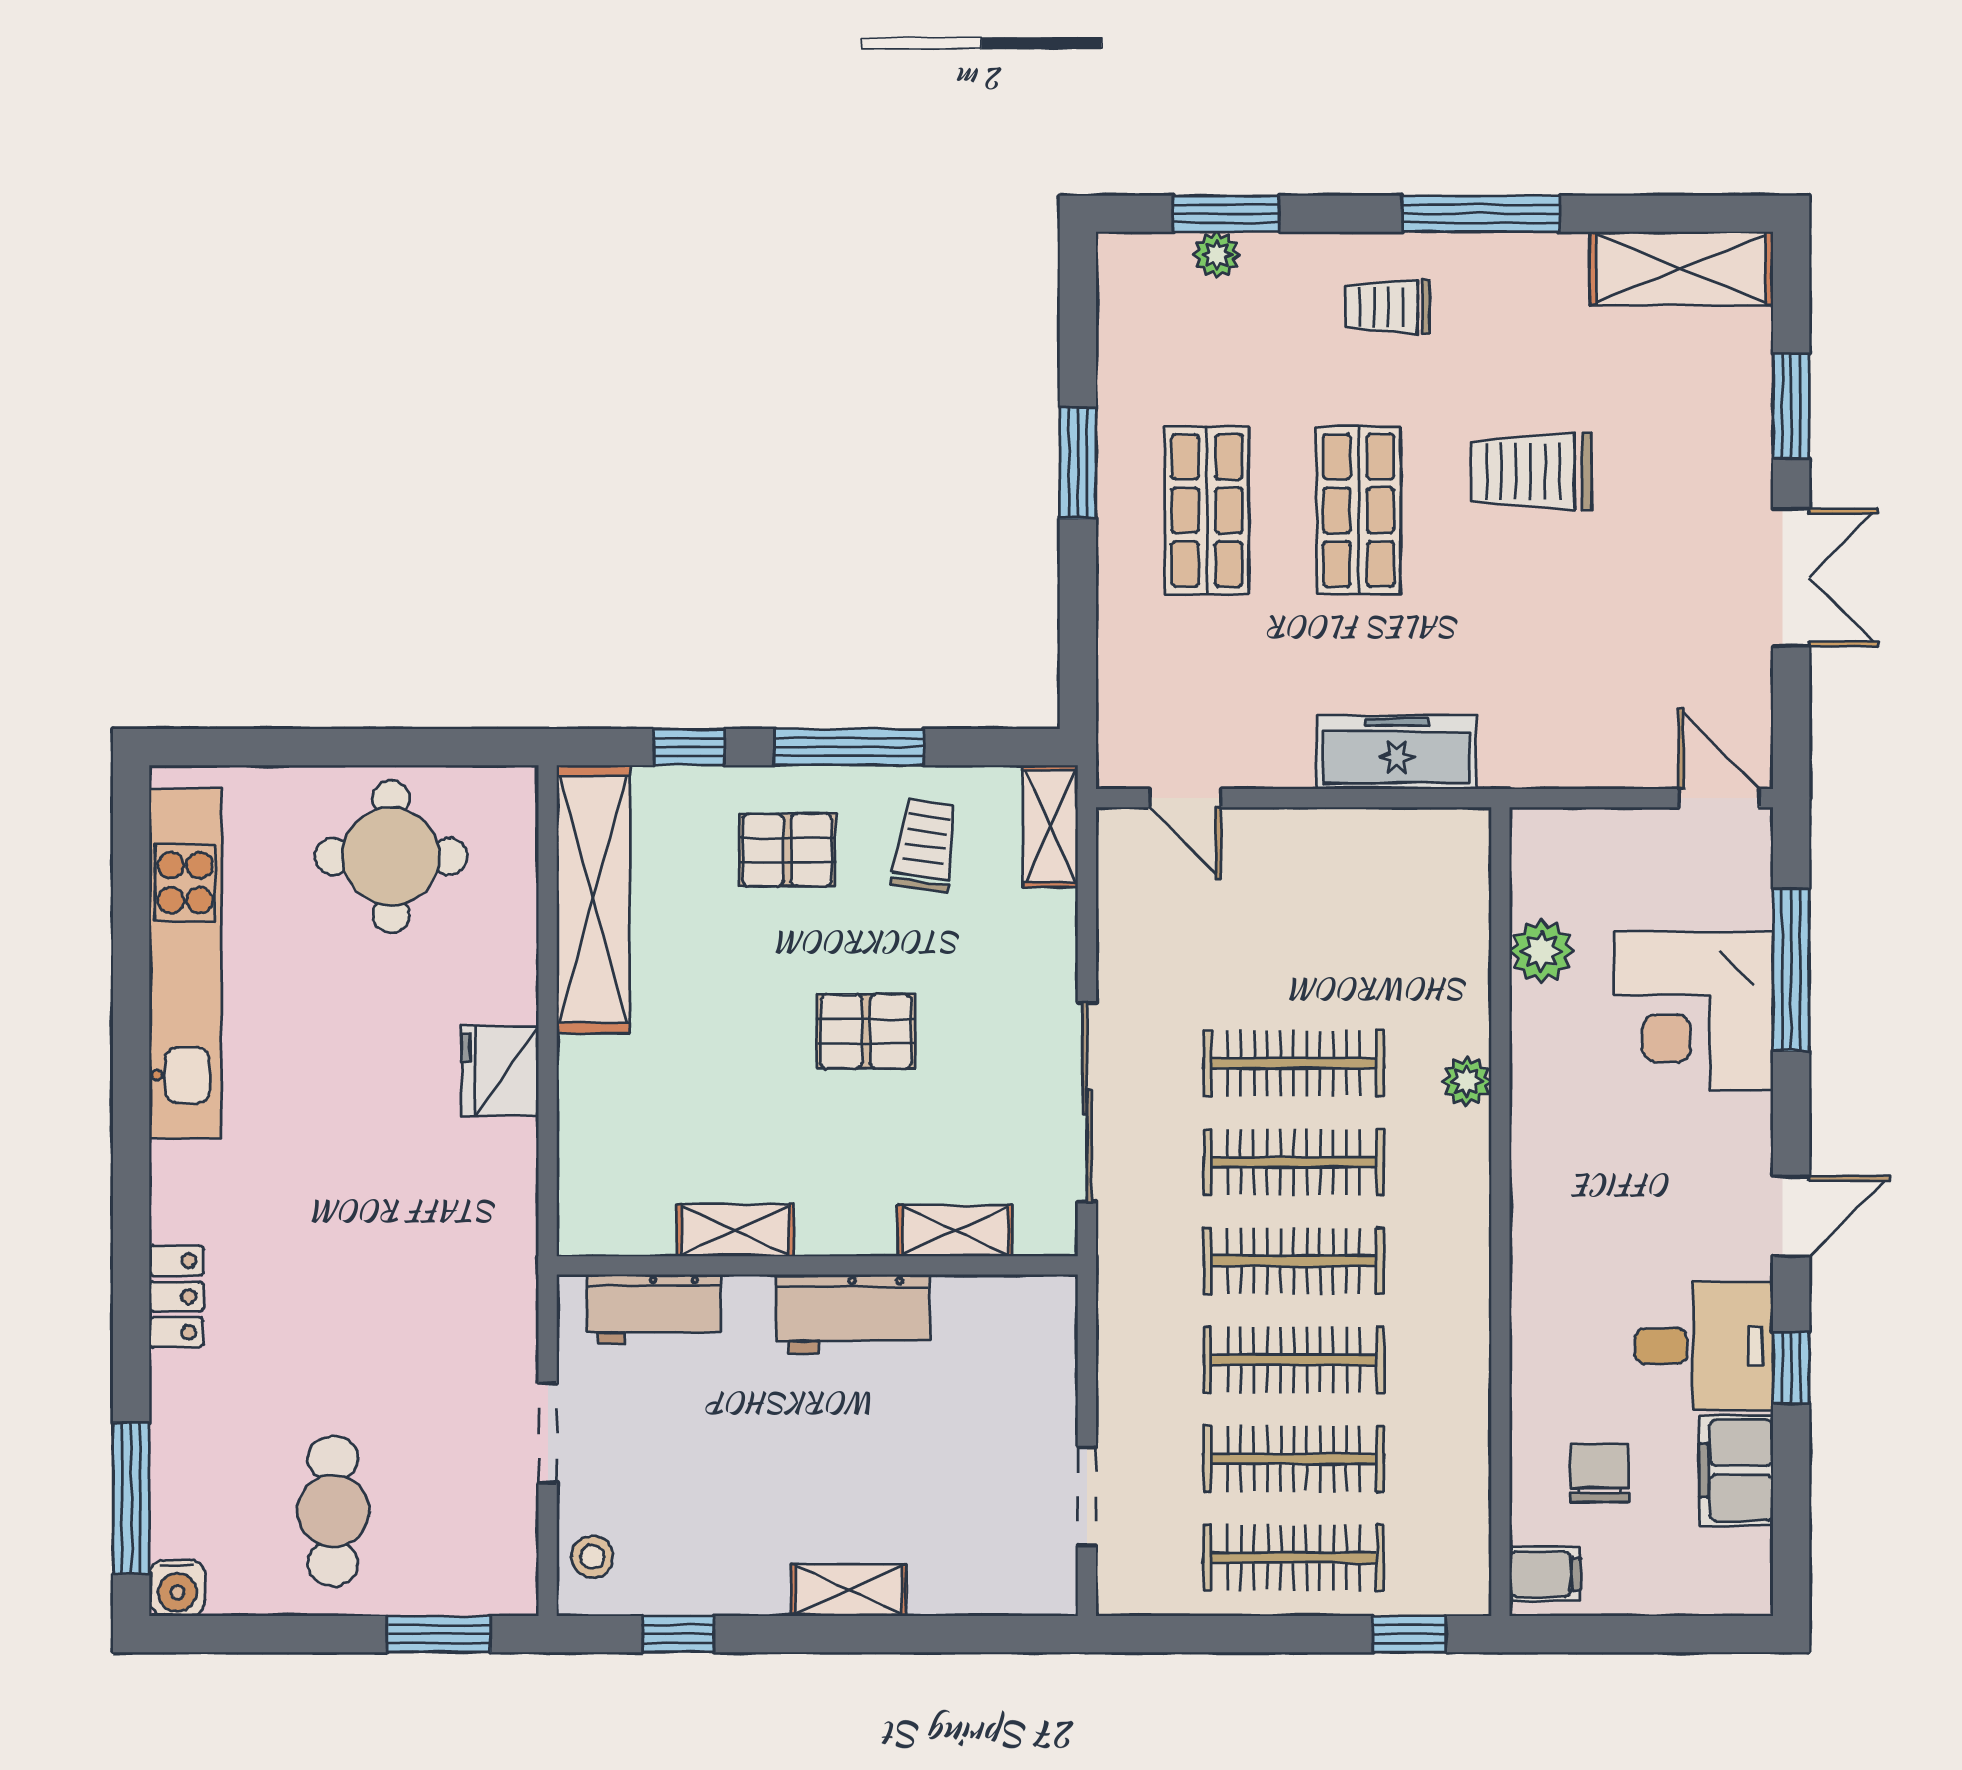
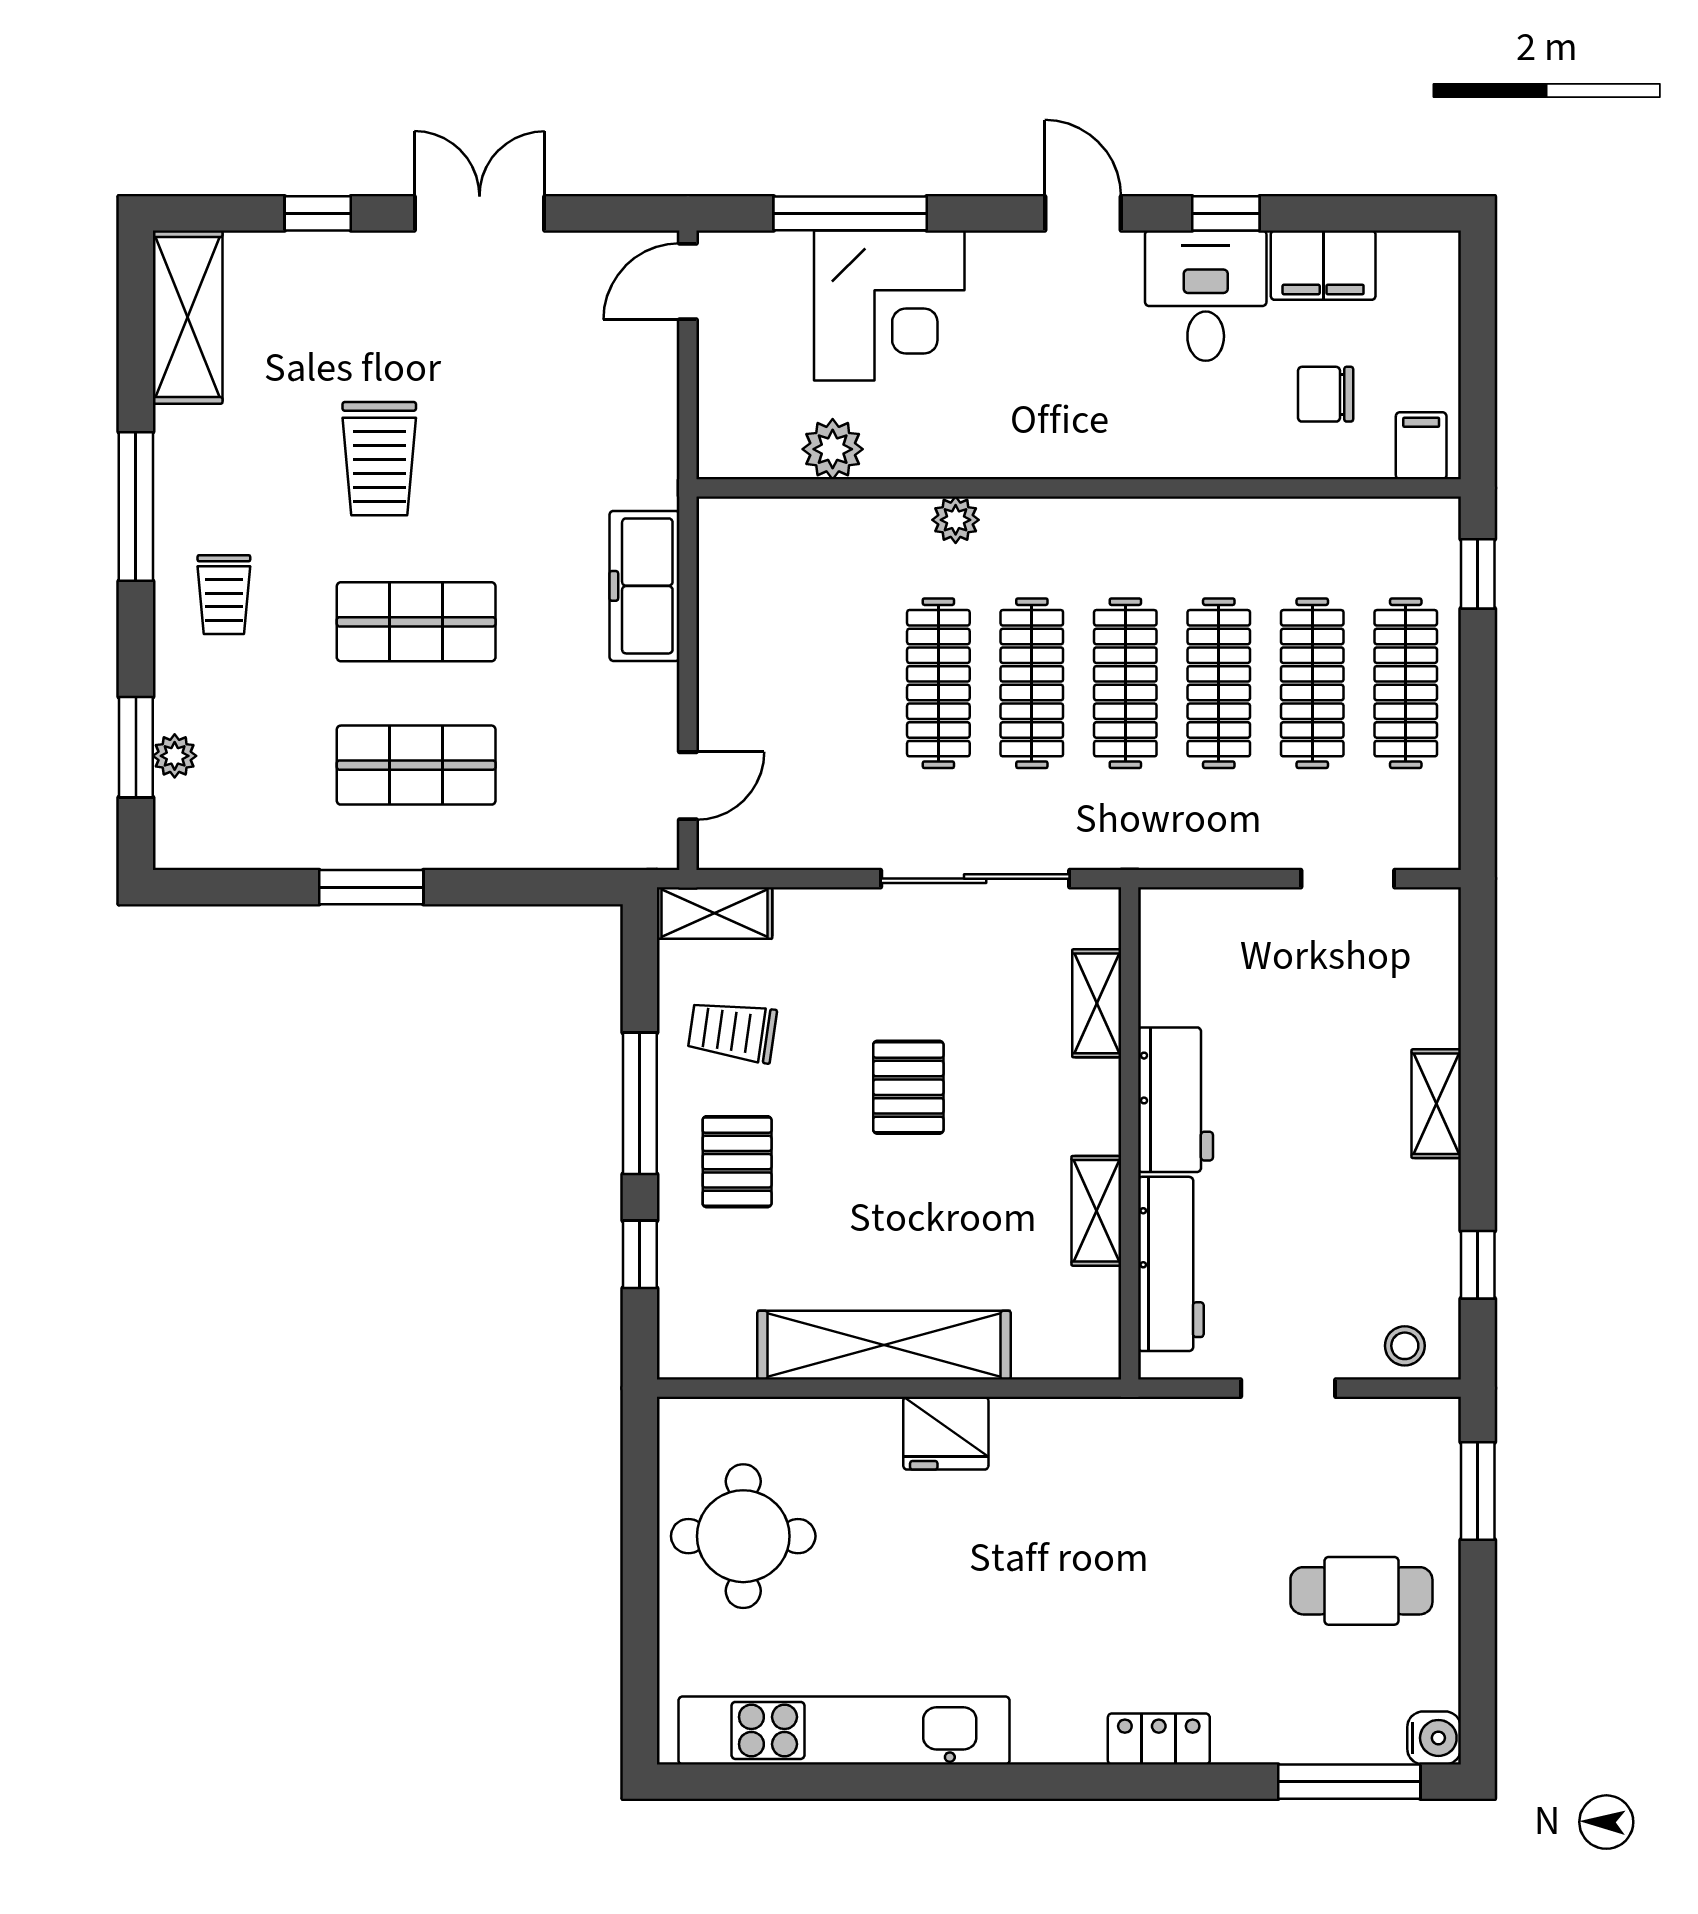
window: (1791, 406) -> (318, 213), width x0.67
shelving: (593, 899) -> (884, 1345), moved
workbench: (654, 1309) -> (1171, 1264), width x1.38

